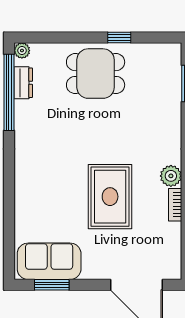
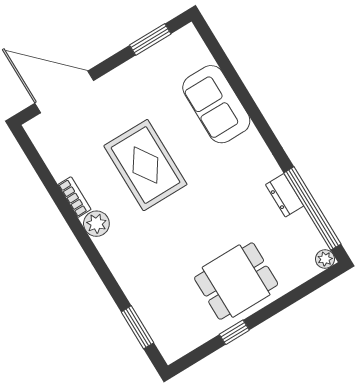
dresser: (23, 83) -> (285, 195), moved
sofa: (49, 261) -> (216, 104), moved, turned 90

